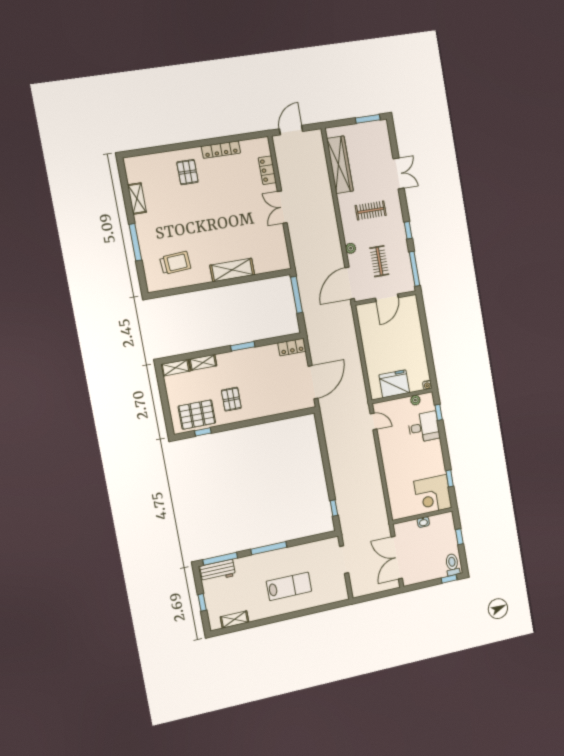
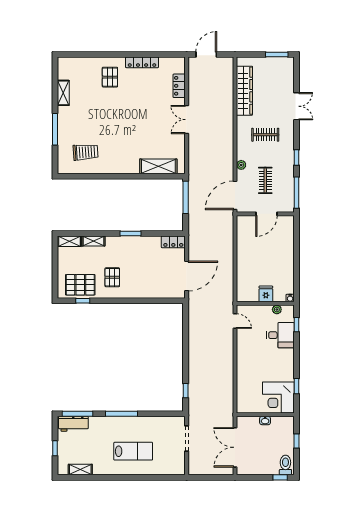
shelving: (232, 270) -> (158, 166), moved
fridge: (394, 384) -> (266, 294), width x0.53, depth x0.75

